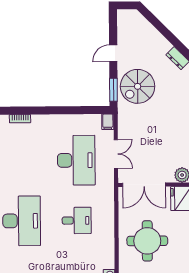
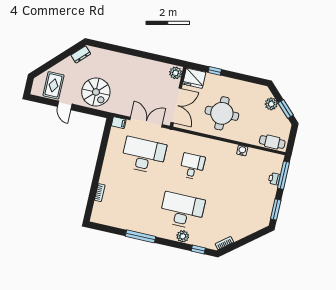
rug: (134, 35) -> (53, 85), added
window: (113, 90) -> (94, 112), removed
double door: (116, 154) -> (146, 122), width x1.37

